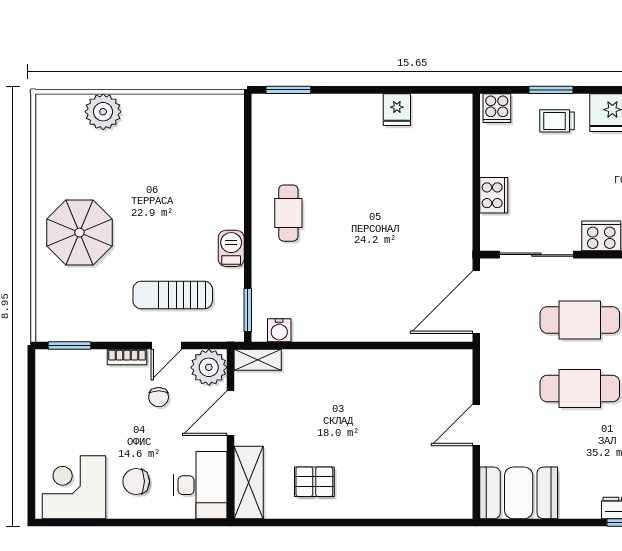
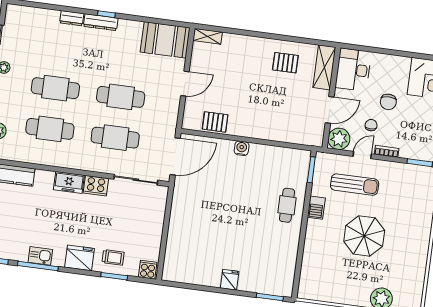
fridge: (397, 110) -> (230, 280), moved
cooker: (494, 195) -> (156, 218), removed
cafe table: (288, 213) -> (287, 205), moved
parasol: (79, 233) -> (364, 236), moved
water cooler: (279, 330) -> (242, 148), moved
shelving: (258, 360) -> (208, 36), moved
pallet: (418, 368) -> (215, 122), added
chair: (136, 481) -> (388, 102), moved, turned 90

